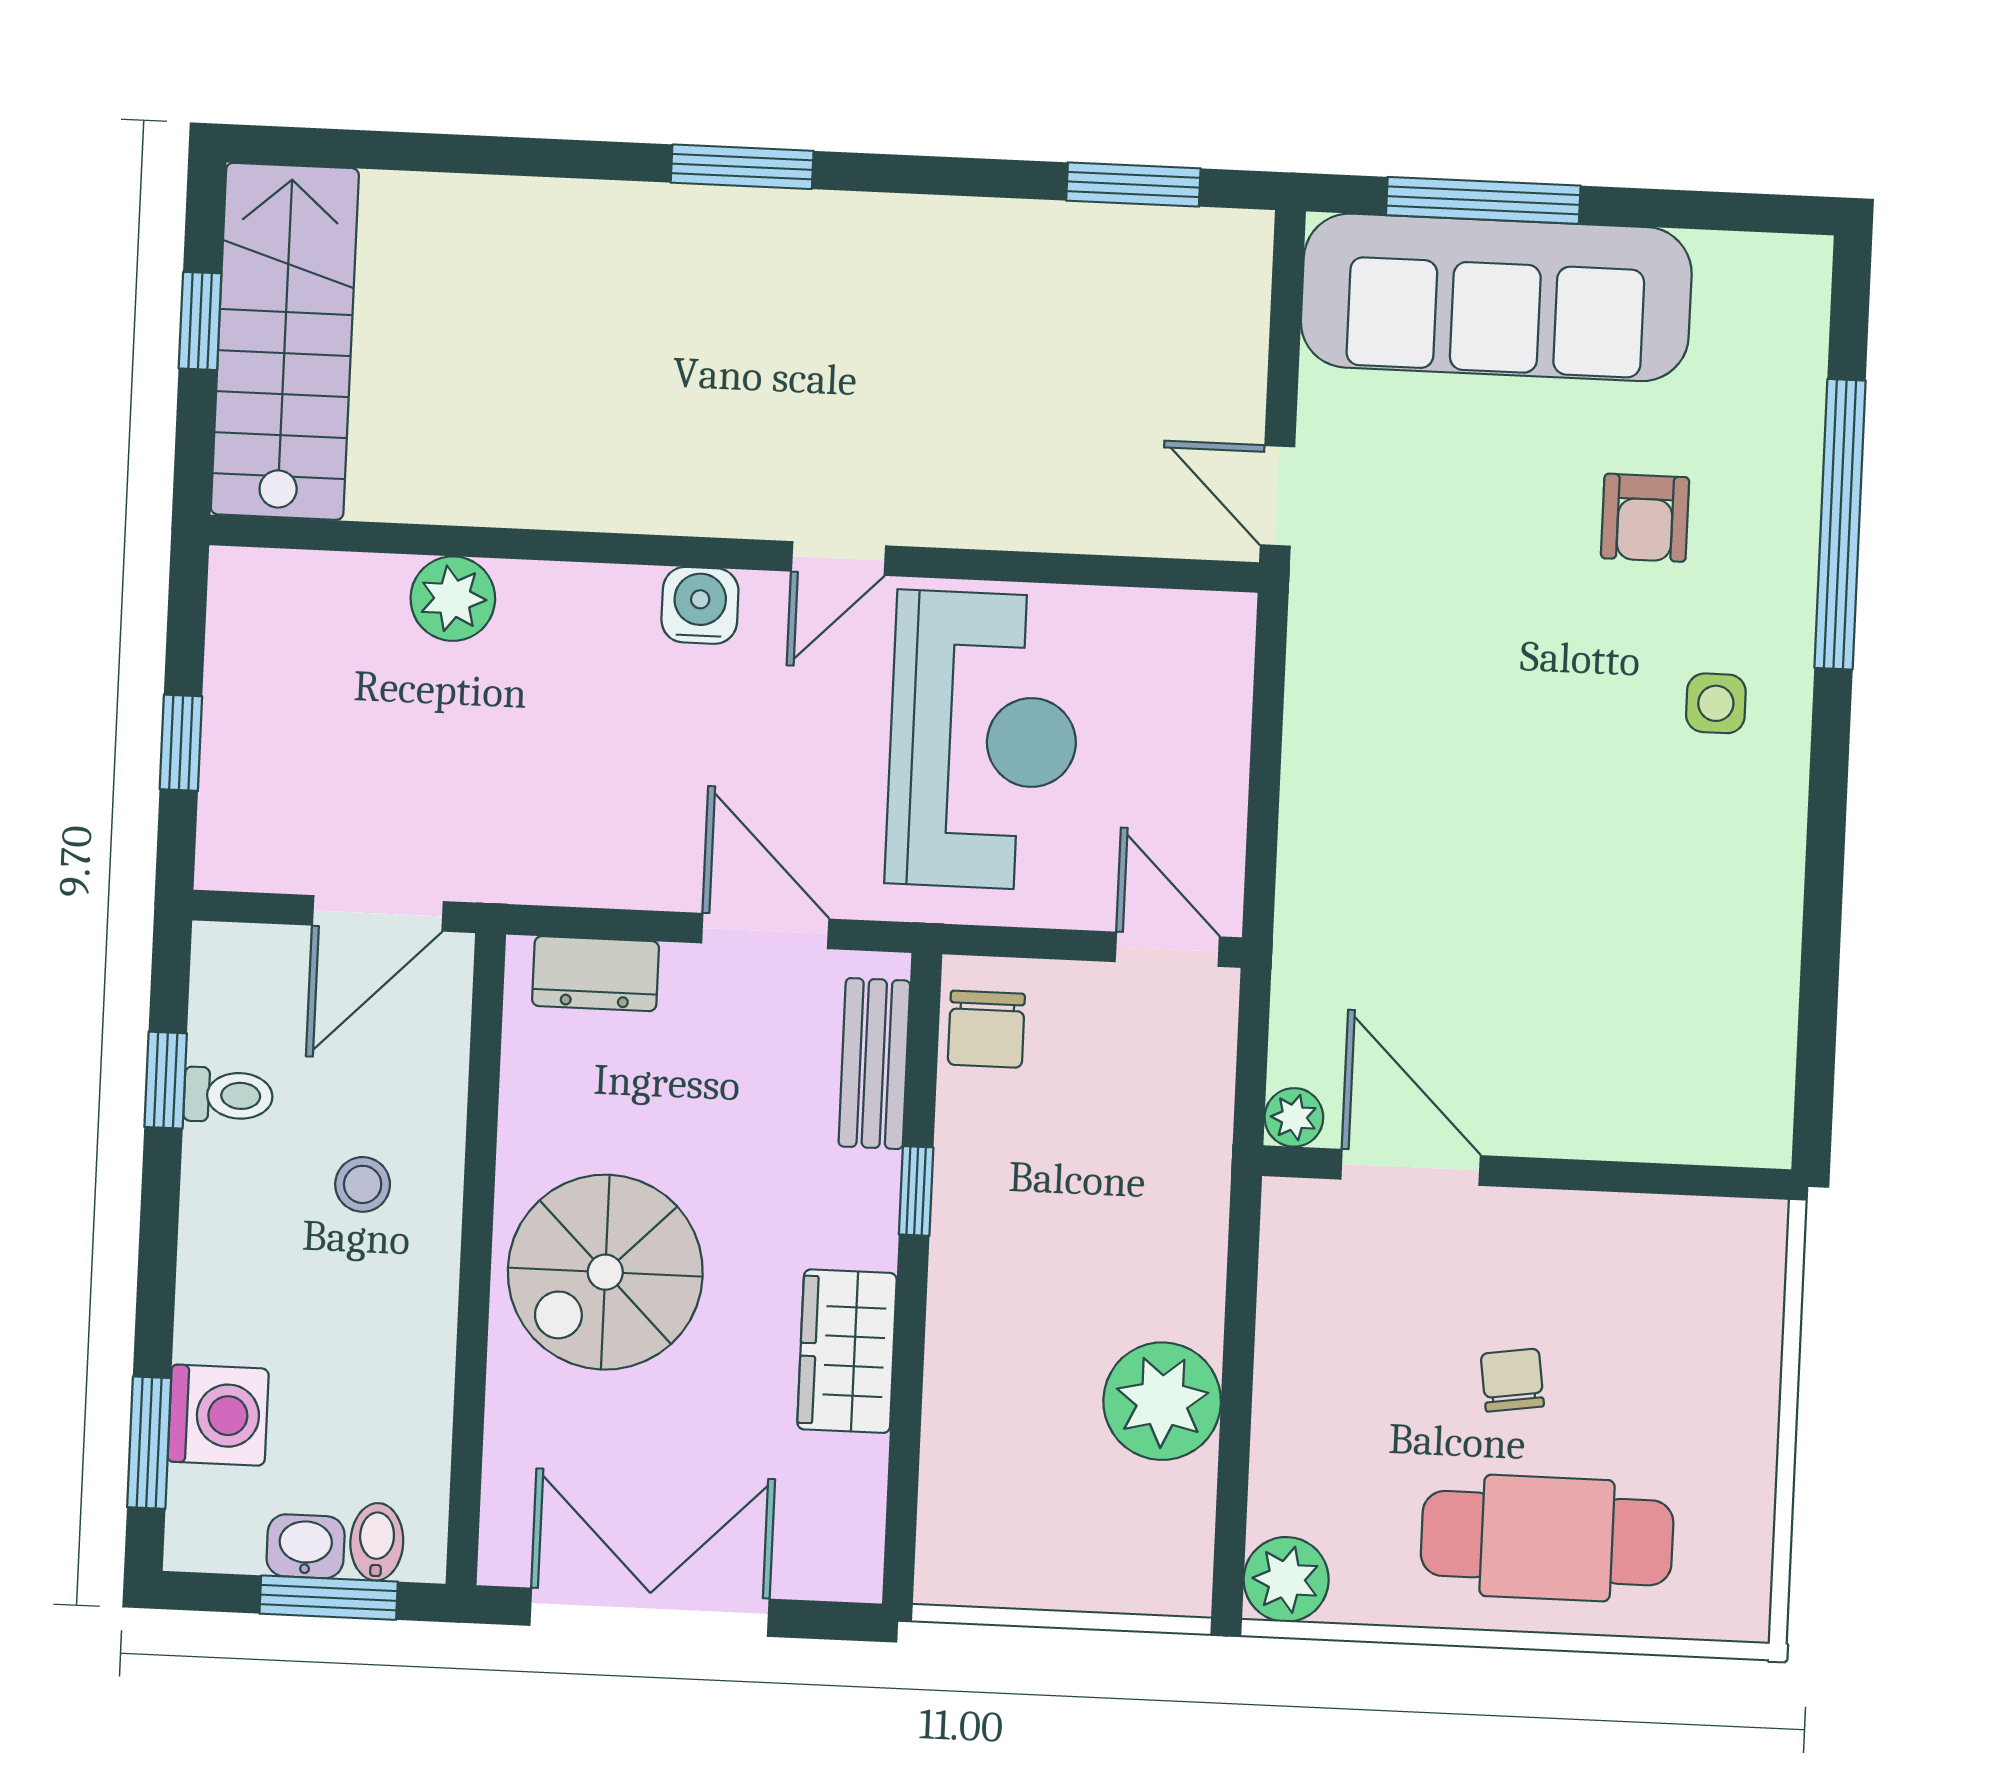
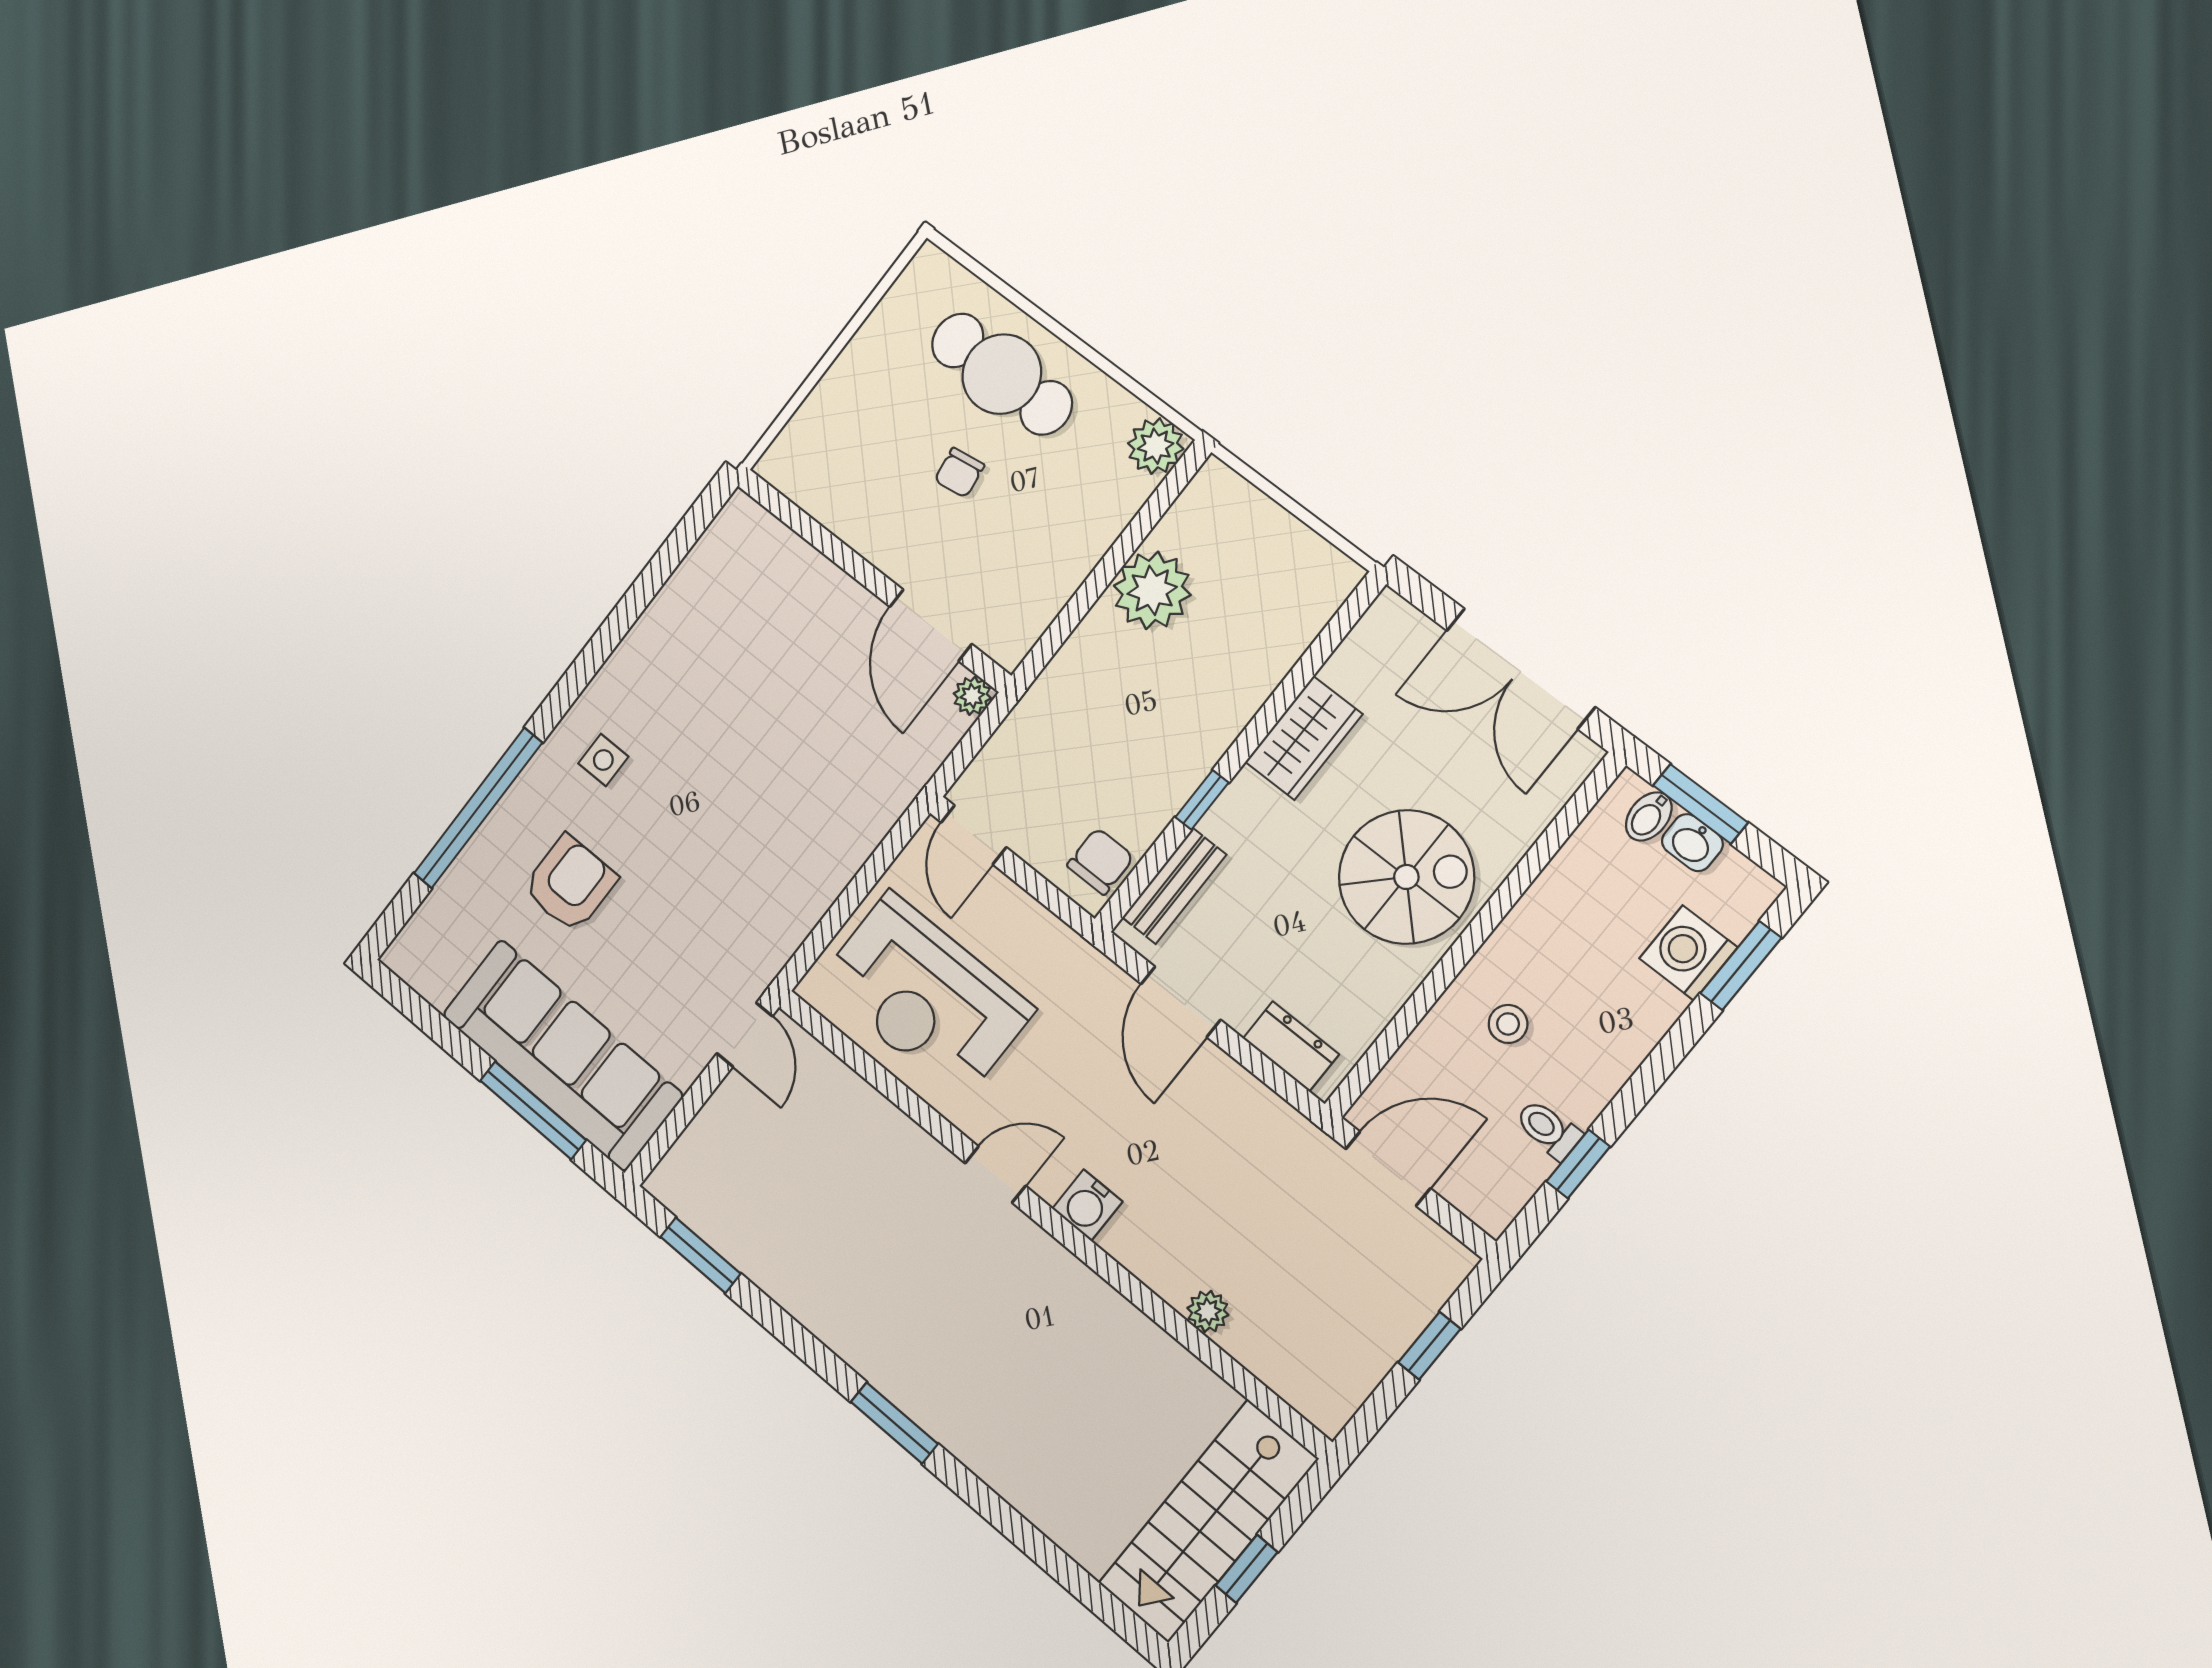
armchair: (1645, 518) -> (570, 884), width x1.38, depth x1.38
plant: (453, 599) -> (1208, 1311), width x0.73, depth x0.73
reception desk: (983, 740) -> (925, 996), moved, turned -90

